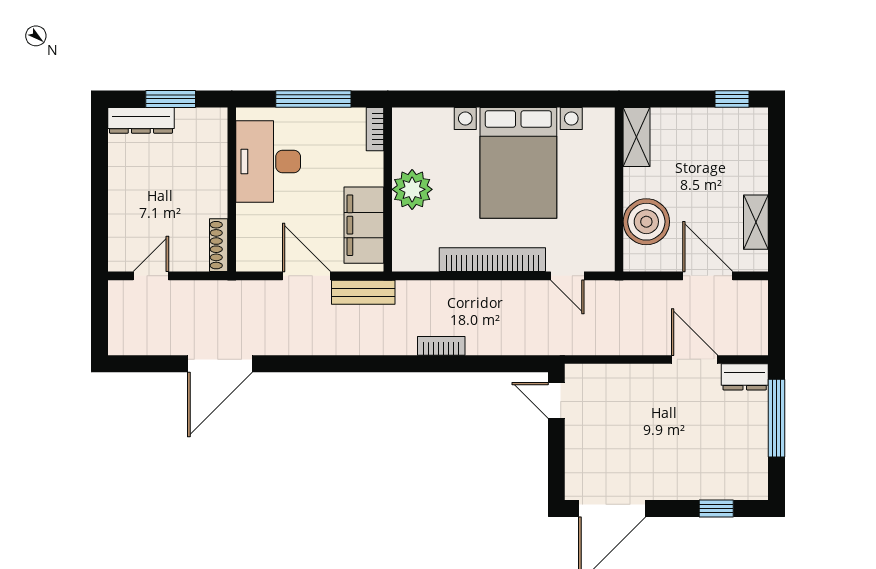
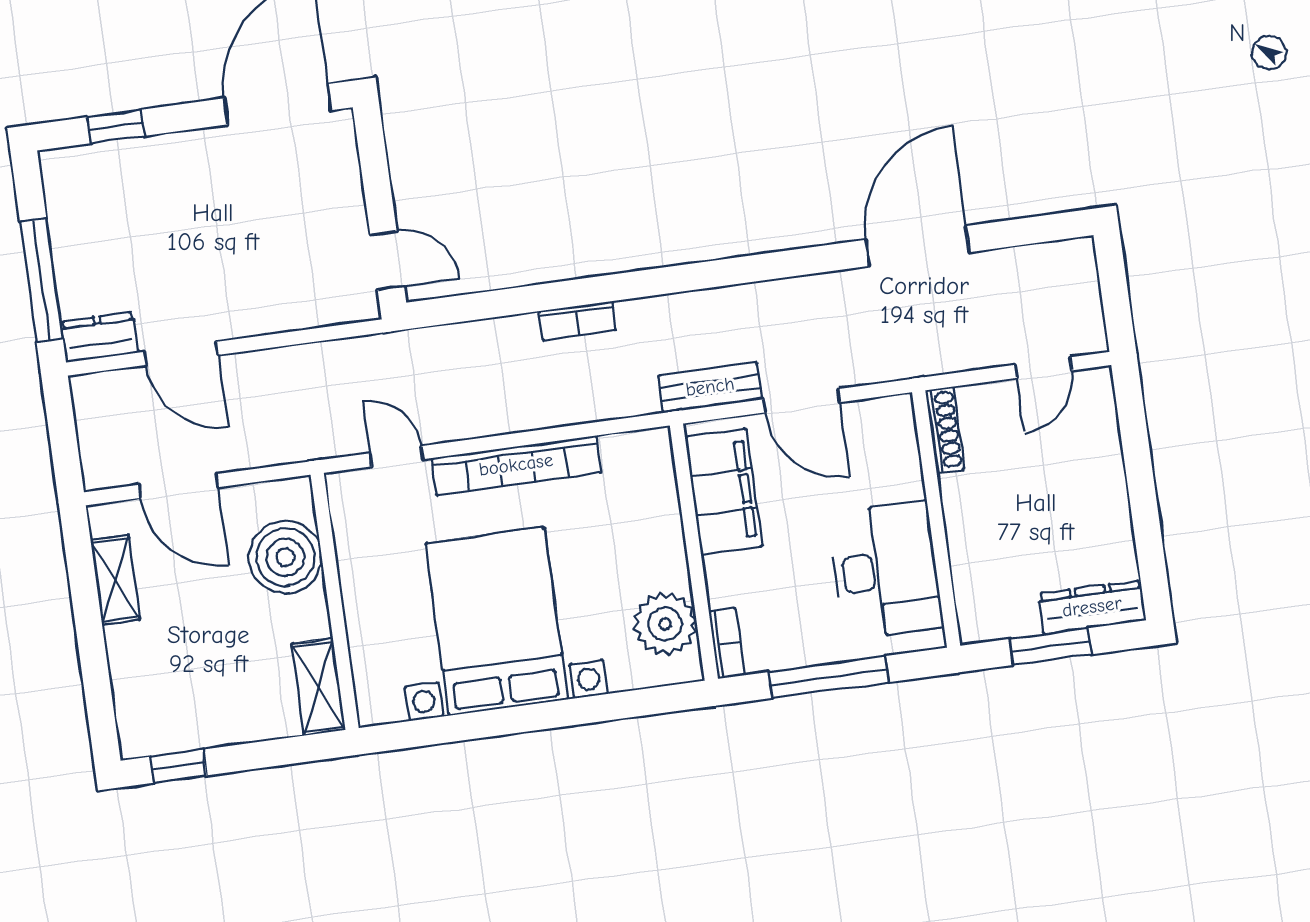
plant: (412, 189) -> (665, 624), moved

